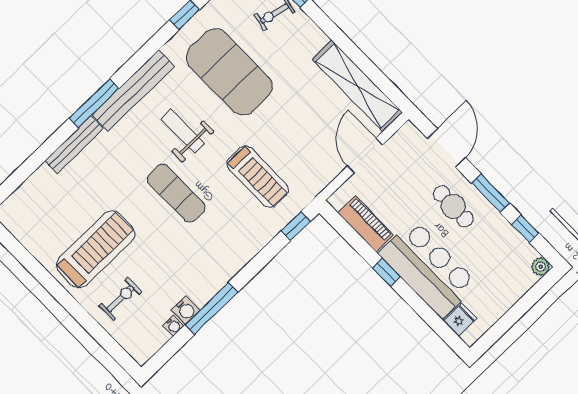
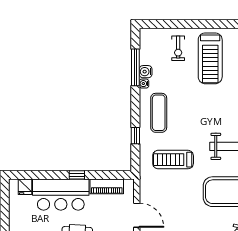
exercise mat: (176, 193) -> (159, 113), moved, turned 90
window: (296, 226) -> (135, 136), moved
window: (211, 308) -> (135, 67), moved
water cooler: (173, 326) -> (144, 84), moved

